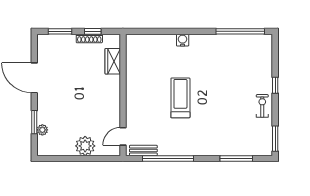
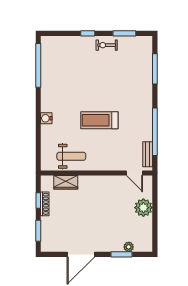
weight bench: (141, 67) -> (71, 156), added
window: (275, 139) -> (124, 33), moved

